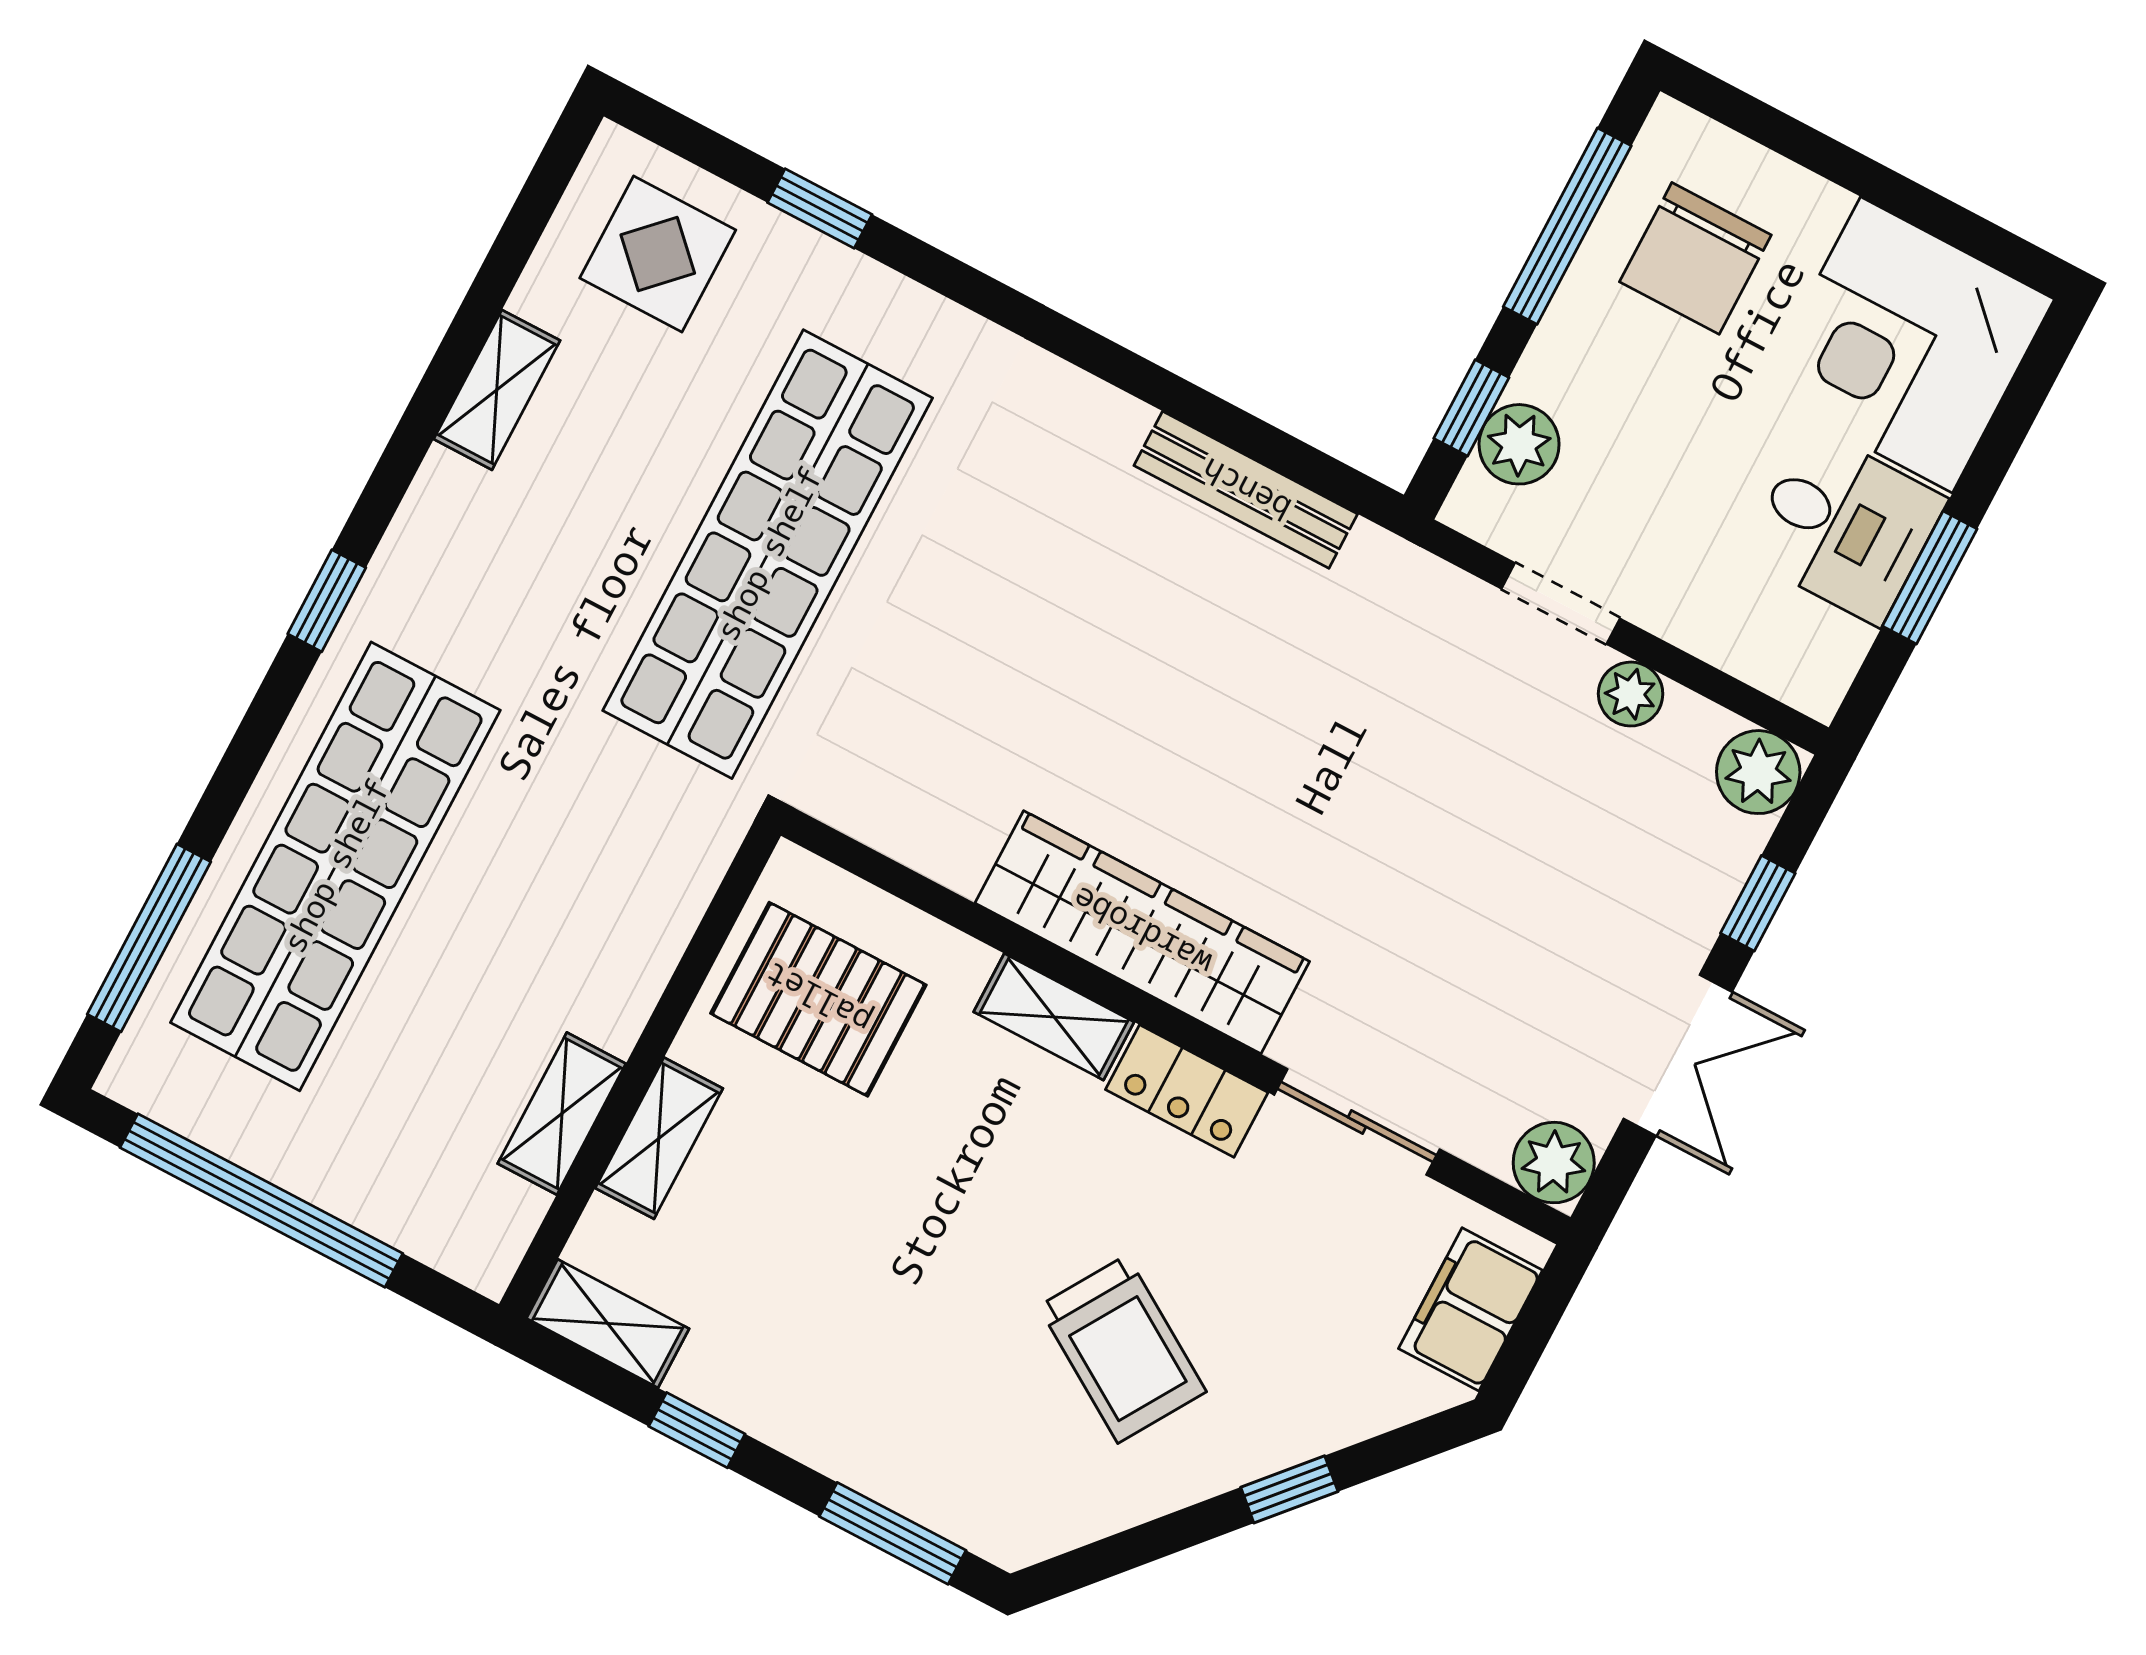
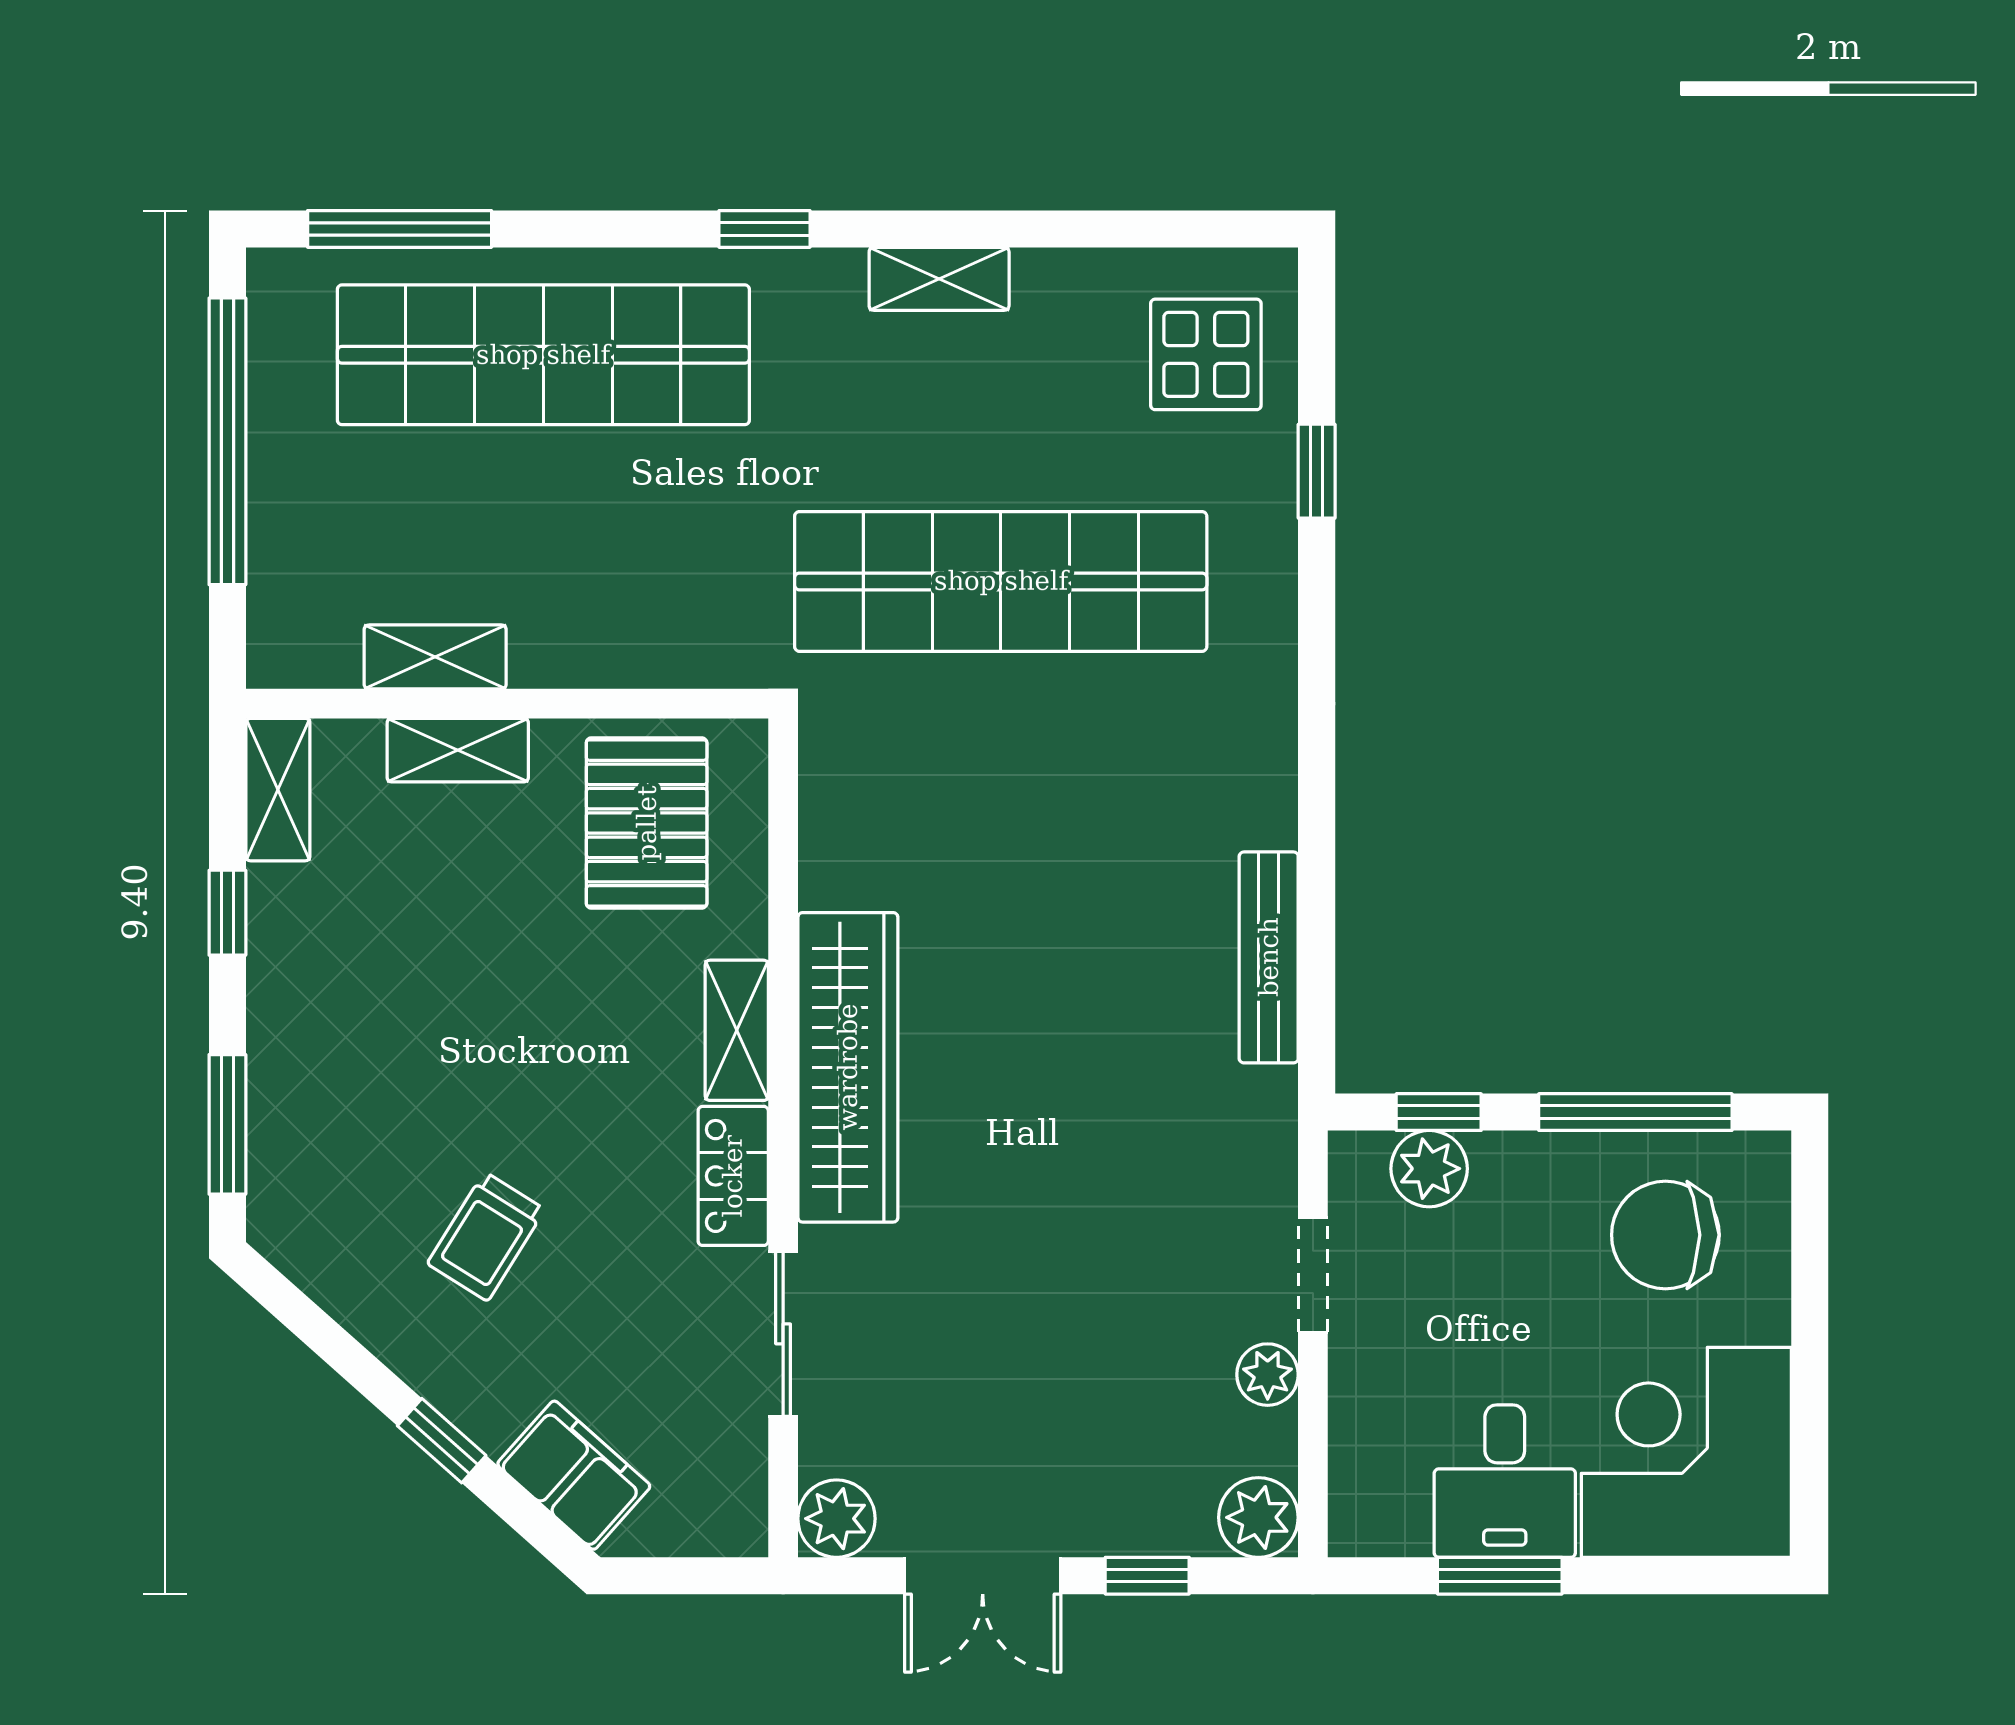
shelving: (497, 390) -> (939, 279), moved
filing cabinet: (1471, 1309) -> (574, 1475), moved, turned 42
trolley: (1122, 1349) -> (486, 1237), width x0.73, depth x0.72

